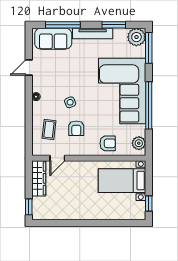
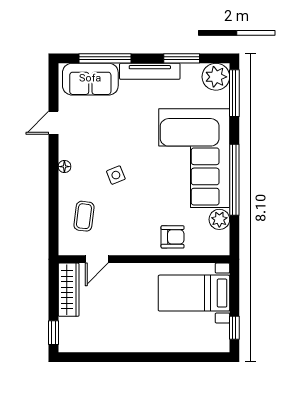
armchair: (76, 128) -> (125, 214), removed
plant: (139, 143) -> (219, 219), moved

